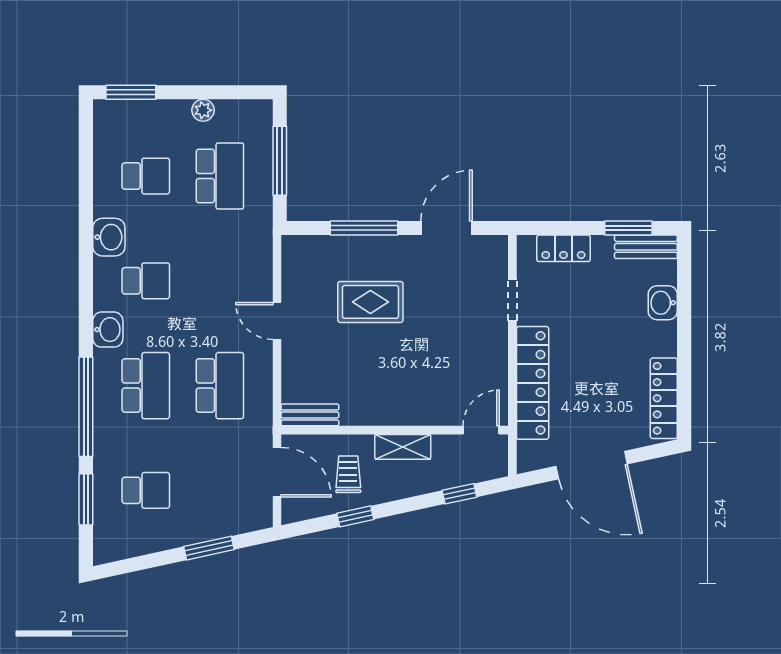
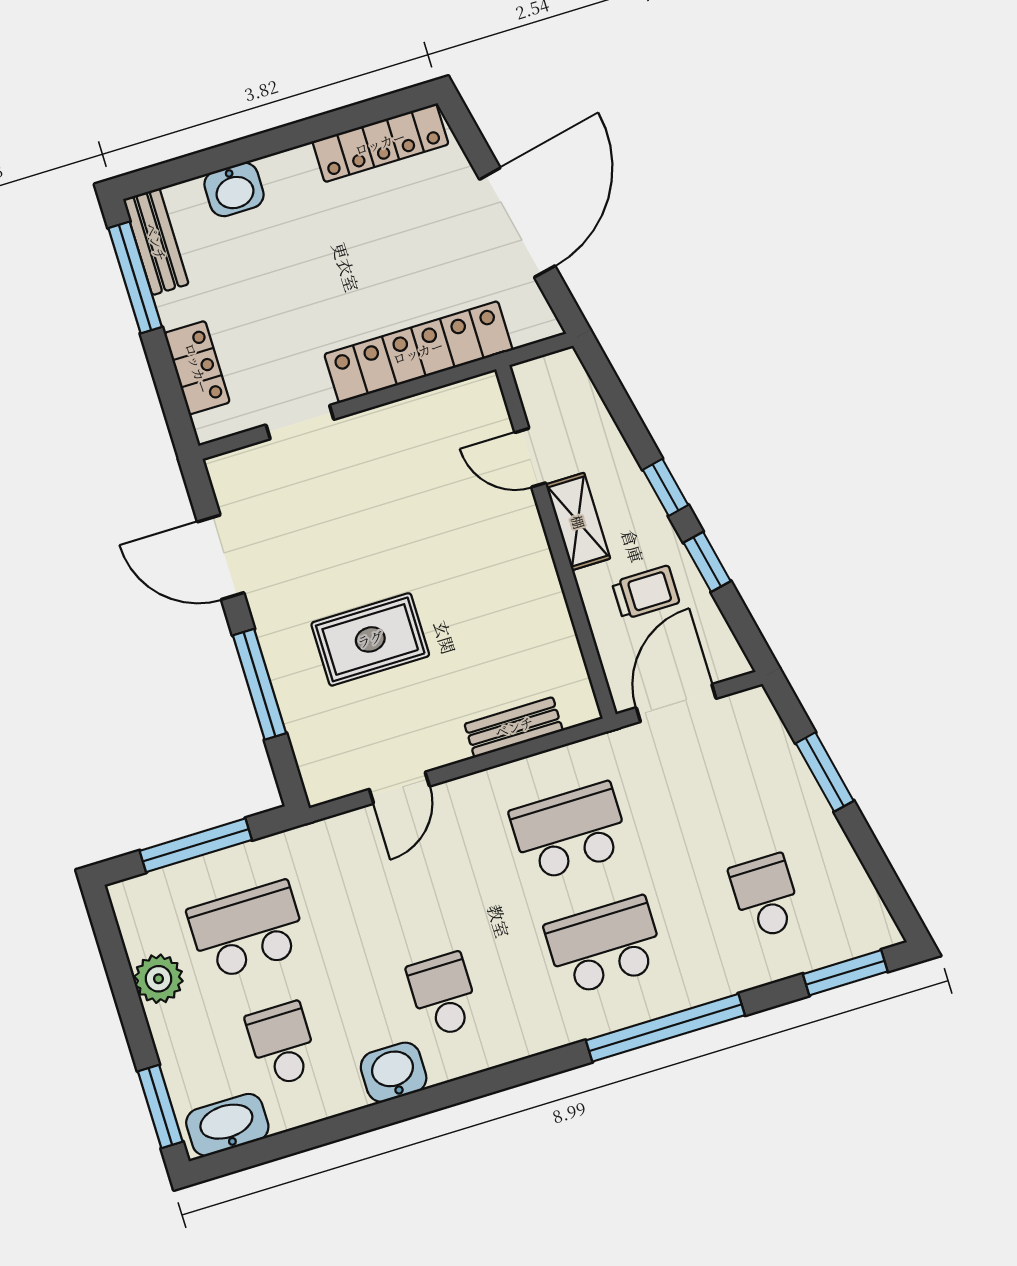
plant: (203, 110) -> (158, 979), width x1.38, depth x1.38
window: (628, 228) -> (135, 277), width x1.44
rug: (370, 302) -> (370, 639), turned 90
door: (277, 321) -> (399, 788), moved
washbasin: (108, 330) -> (227, 1125), moved, width x1.38
bench: (310, 415) -> (514, 727), moved, turned 90
door: (481, 430) -> (530, 458), moved
trolley: (348, 474) -> (646, 592), turned 180
window: (459, 494) -> (665, 487), moved
window: (86, 499) -> (845, 973), moved

